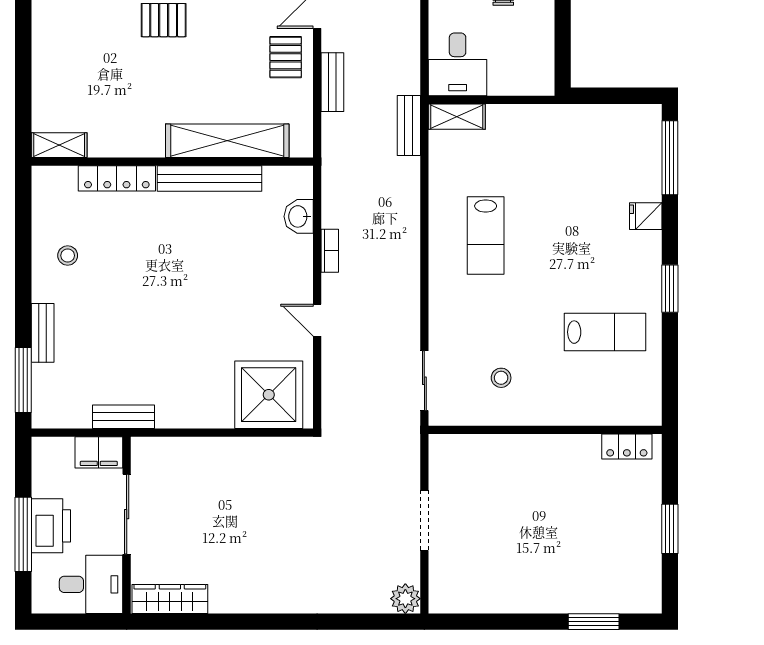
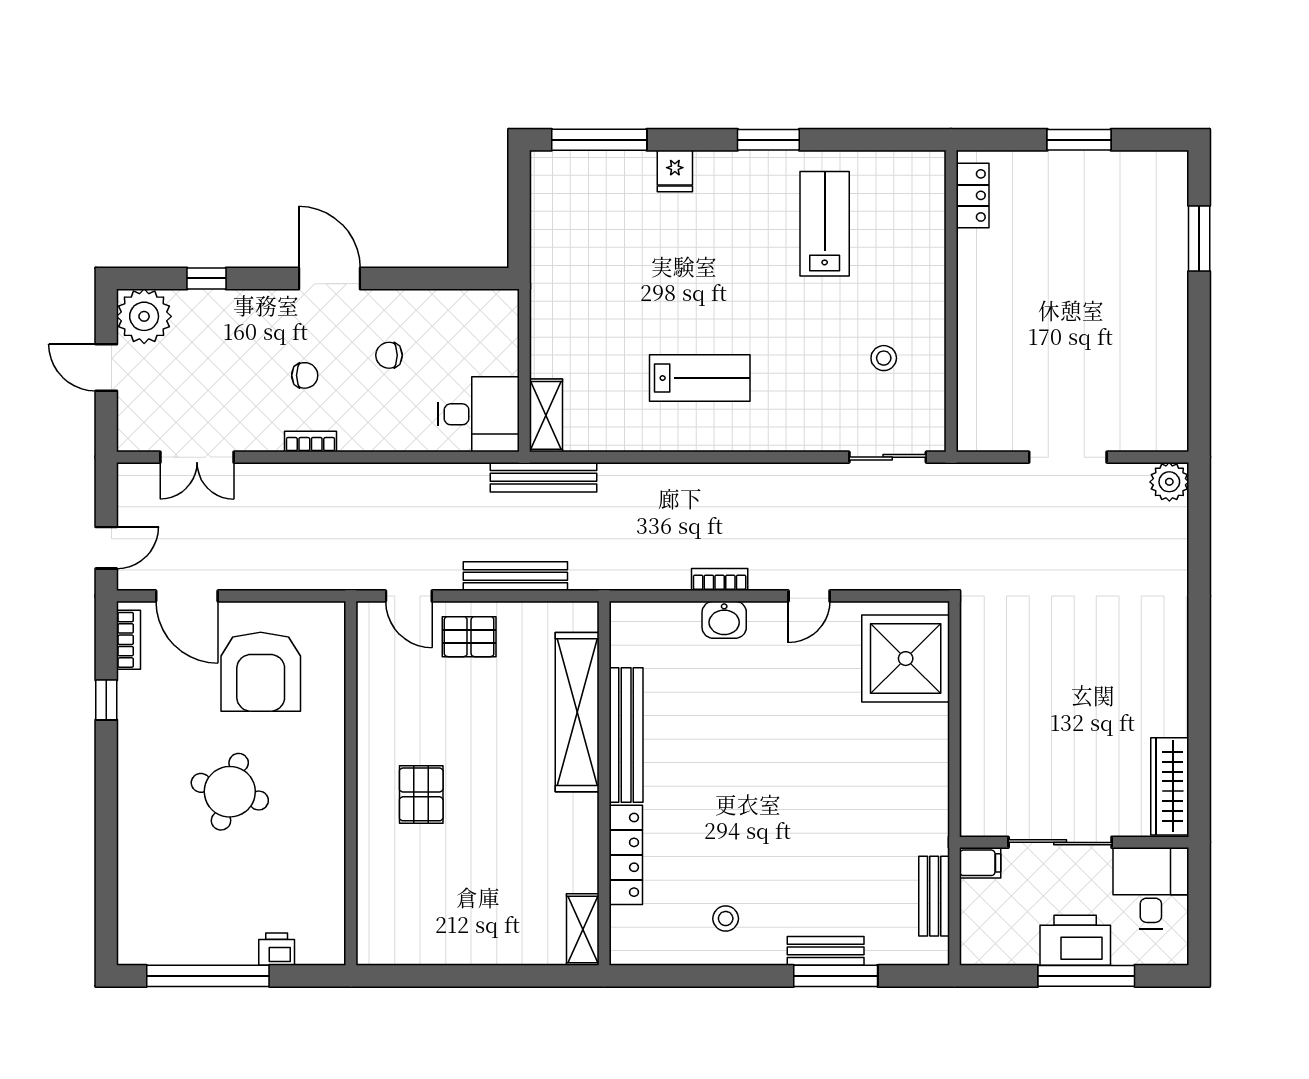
bench: (332, 82) -> (515, 576), width x1.36
bench: (409, 126) -> (543, 477), width x1.36
washbasin: (299, 216) -> (724, 620), moved
window: (23, 380) -> (836, 976), moved
bench: (123, 417) -> (934, 896), moved
filing cabinet: (99, 452) -> (980, 863), width x0.50

